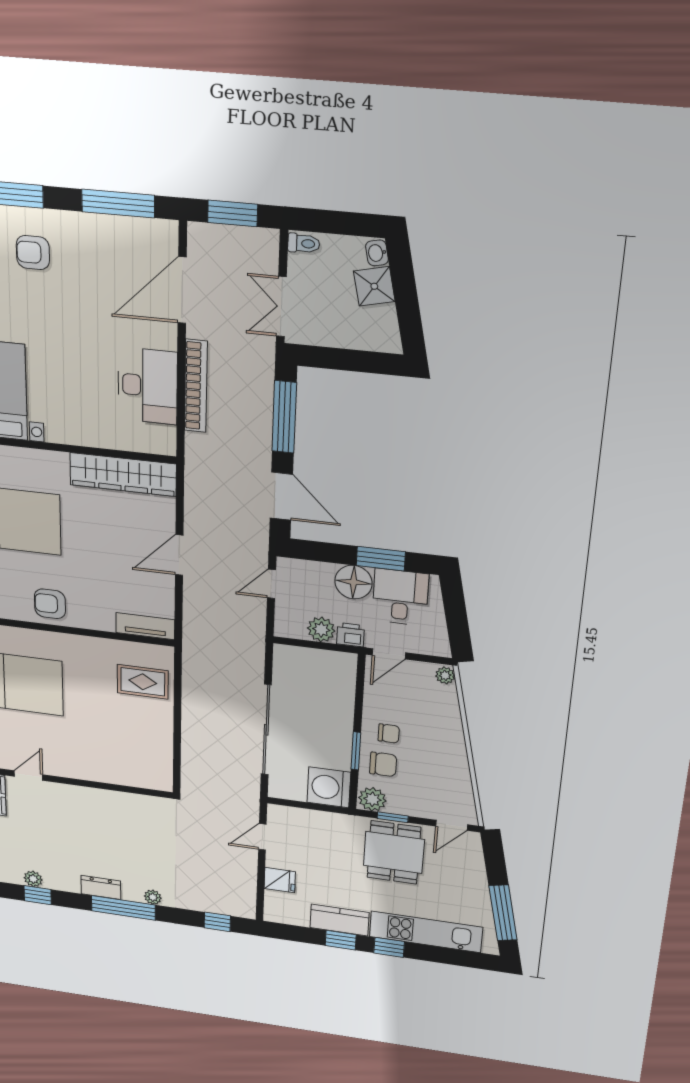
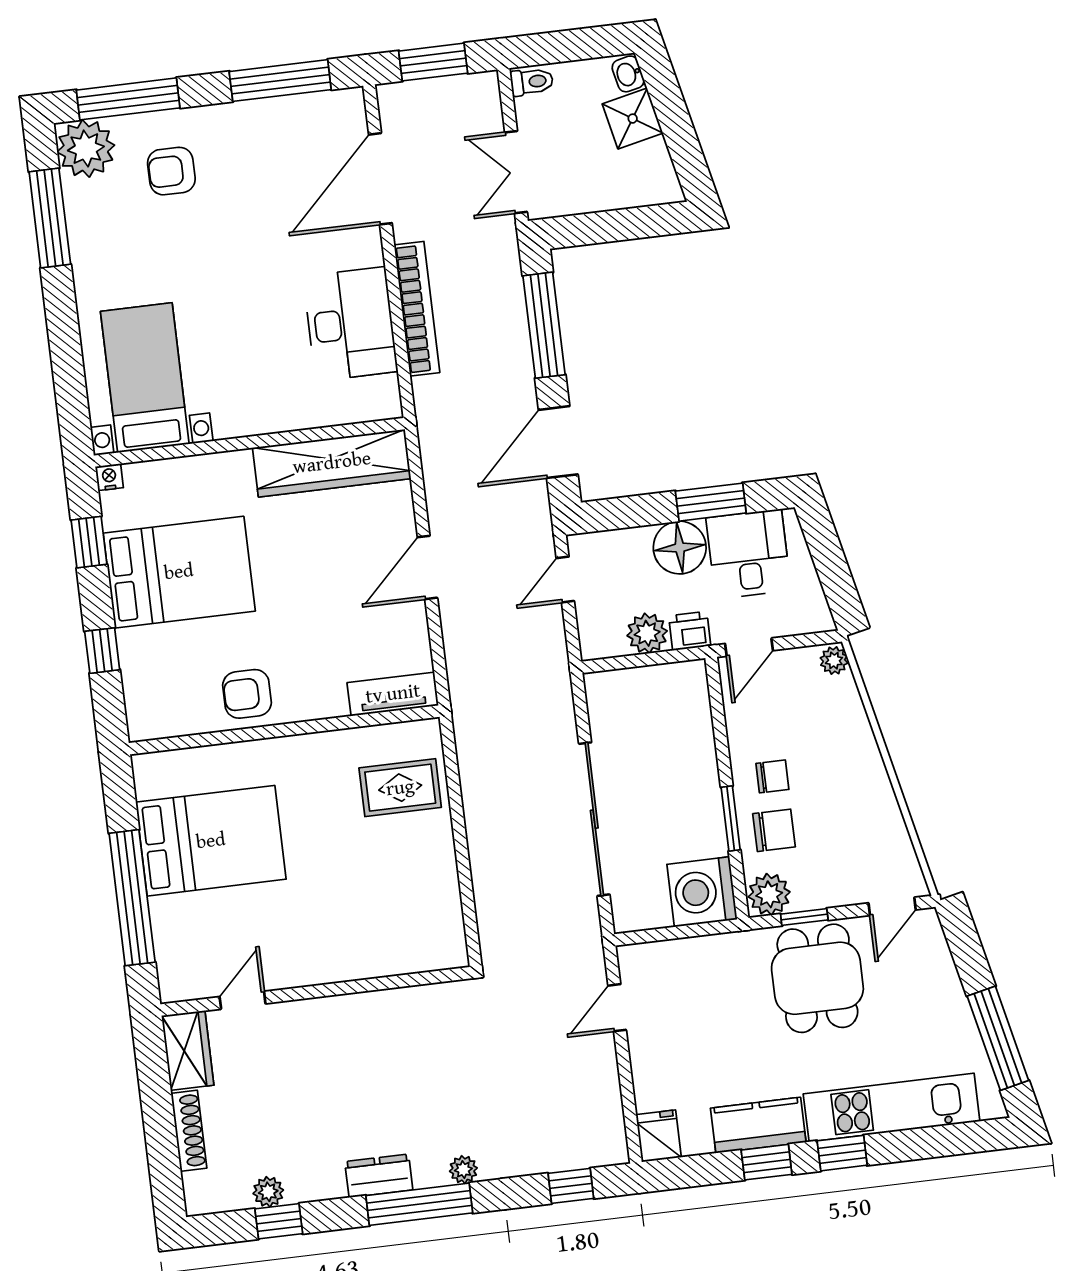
door: (281, 496) -> (558, 442), swing flipped
fridge: (280, 880) -> (659, 1136), moved, turned -90

